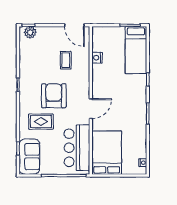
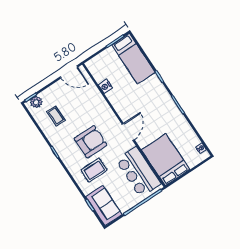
coffee table: (66, 60) -> (56, 116), moved
armchair: (54, 96) -> (91, 142), turned 90

